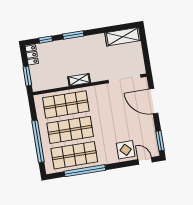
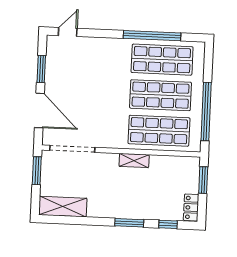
window: (146, 58) -> (37, 171), added
window: (38, 141) -> (206, 111), moved
window: (160, 141) -> (41, 69), moved
display table: (126, 150) -> (91, 52), removed
door: (145, 161) -> (68, 32), swing flipped

